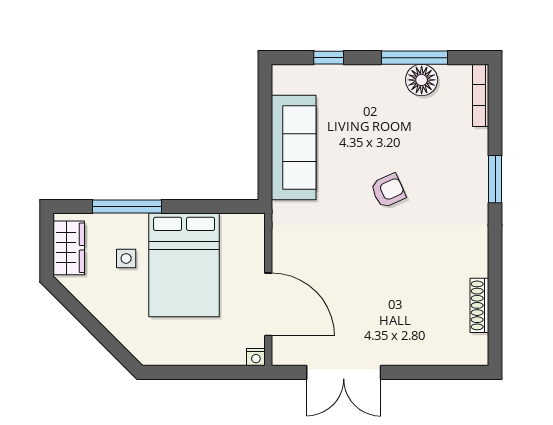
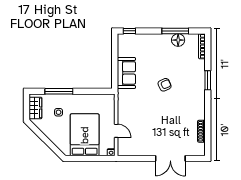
window: (329, 58) -> (129, 31), moved
sofa: (294, 148) -> (126, 73), width x0.73
bed: (184, 265) -> (85, 135), moved, turned 180
door: (268, 304) -> (116, 131), width x0.53
double door: (344, 372) -> (170, 158), moved

